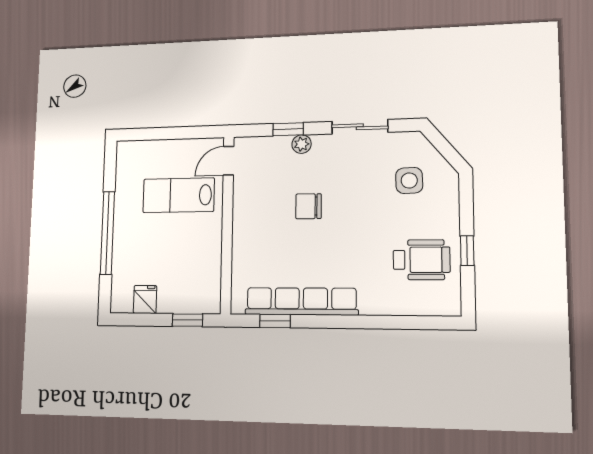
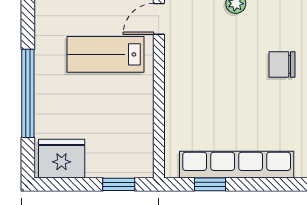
chair: (308, 206) -> (282, 65), moved
fridge: (145, 299) -> (62, 159), width x1.88, depth x1.34

